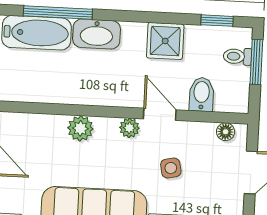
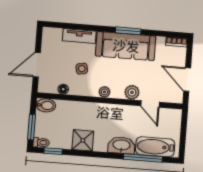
toilet: (238, 56) -> (41, 142), moved
bidet: (202, 94) -> (46, 105), moved, turned -90
door: (160, 114) -> (150, 104), moved
floor lamp: (226, 132) -> (63, 89), moved

